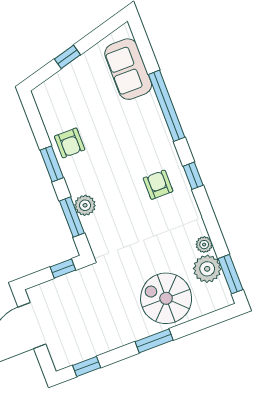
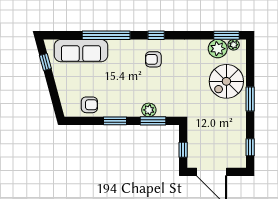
window: (67, 57) -> (45, 62), moved
sofa: (128, 69) -> (81, 51), width x1.36
armchair: (70, 143) -> (89, 105), moved
plant: (204, 245) -> (234, 45), moved
window: (63, 269) -> (183, 150), moved

